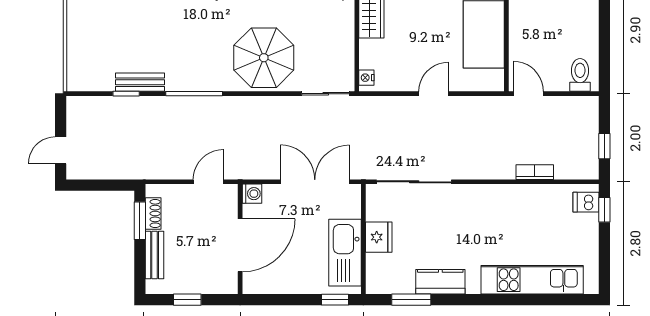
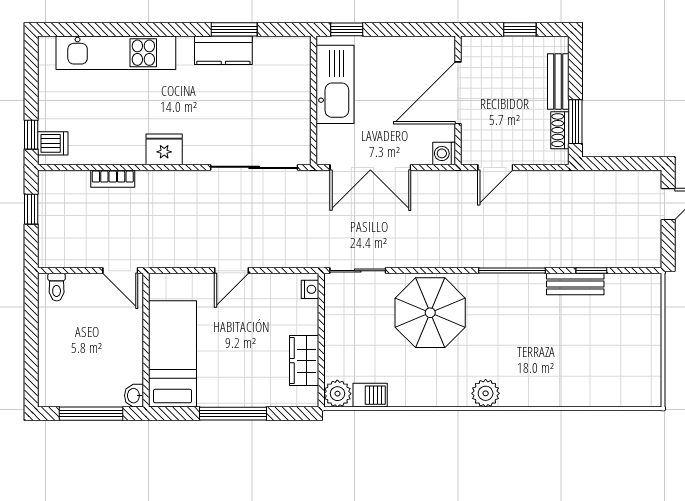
toilet: (580, 75) -> (57, 287), width x0.73, depth x0.72
fridge: (379, 237) -> (164, 149), moved, turned 90
window: (411, 300) -> (234, 29), moved

